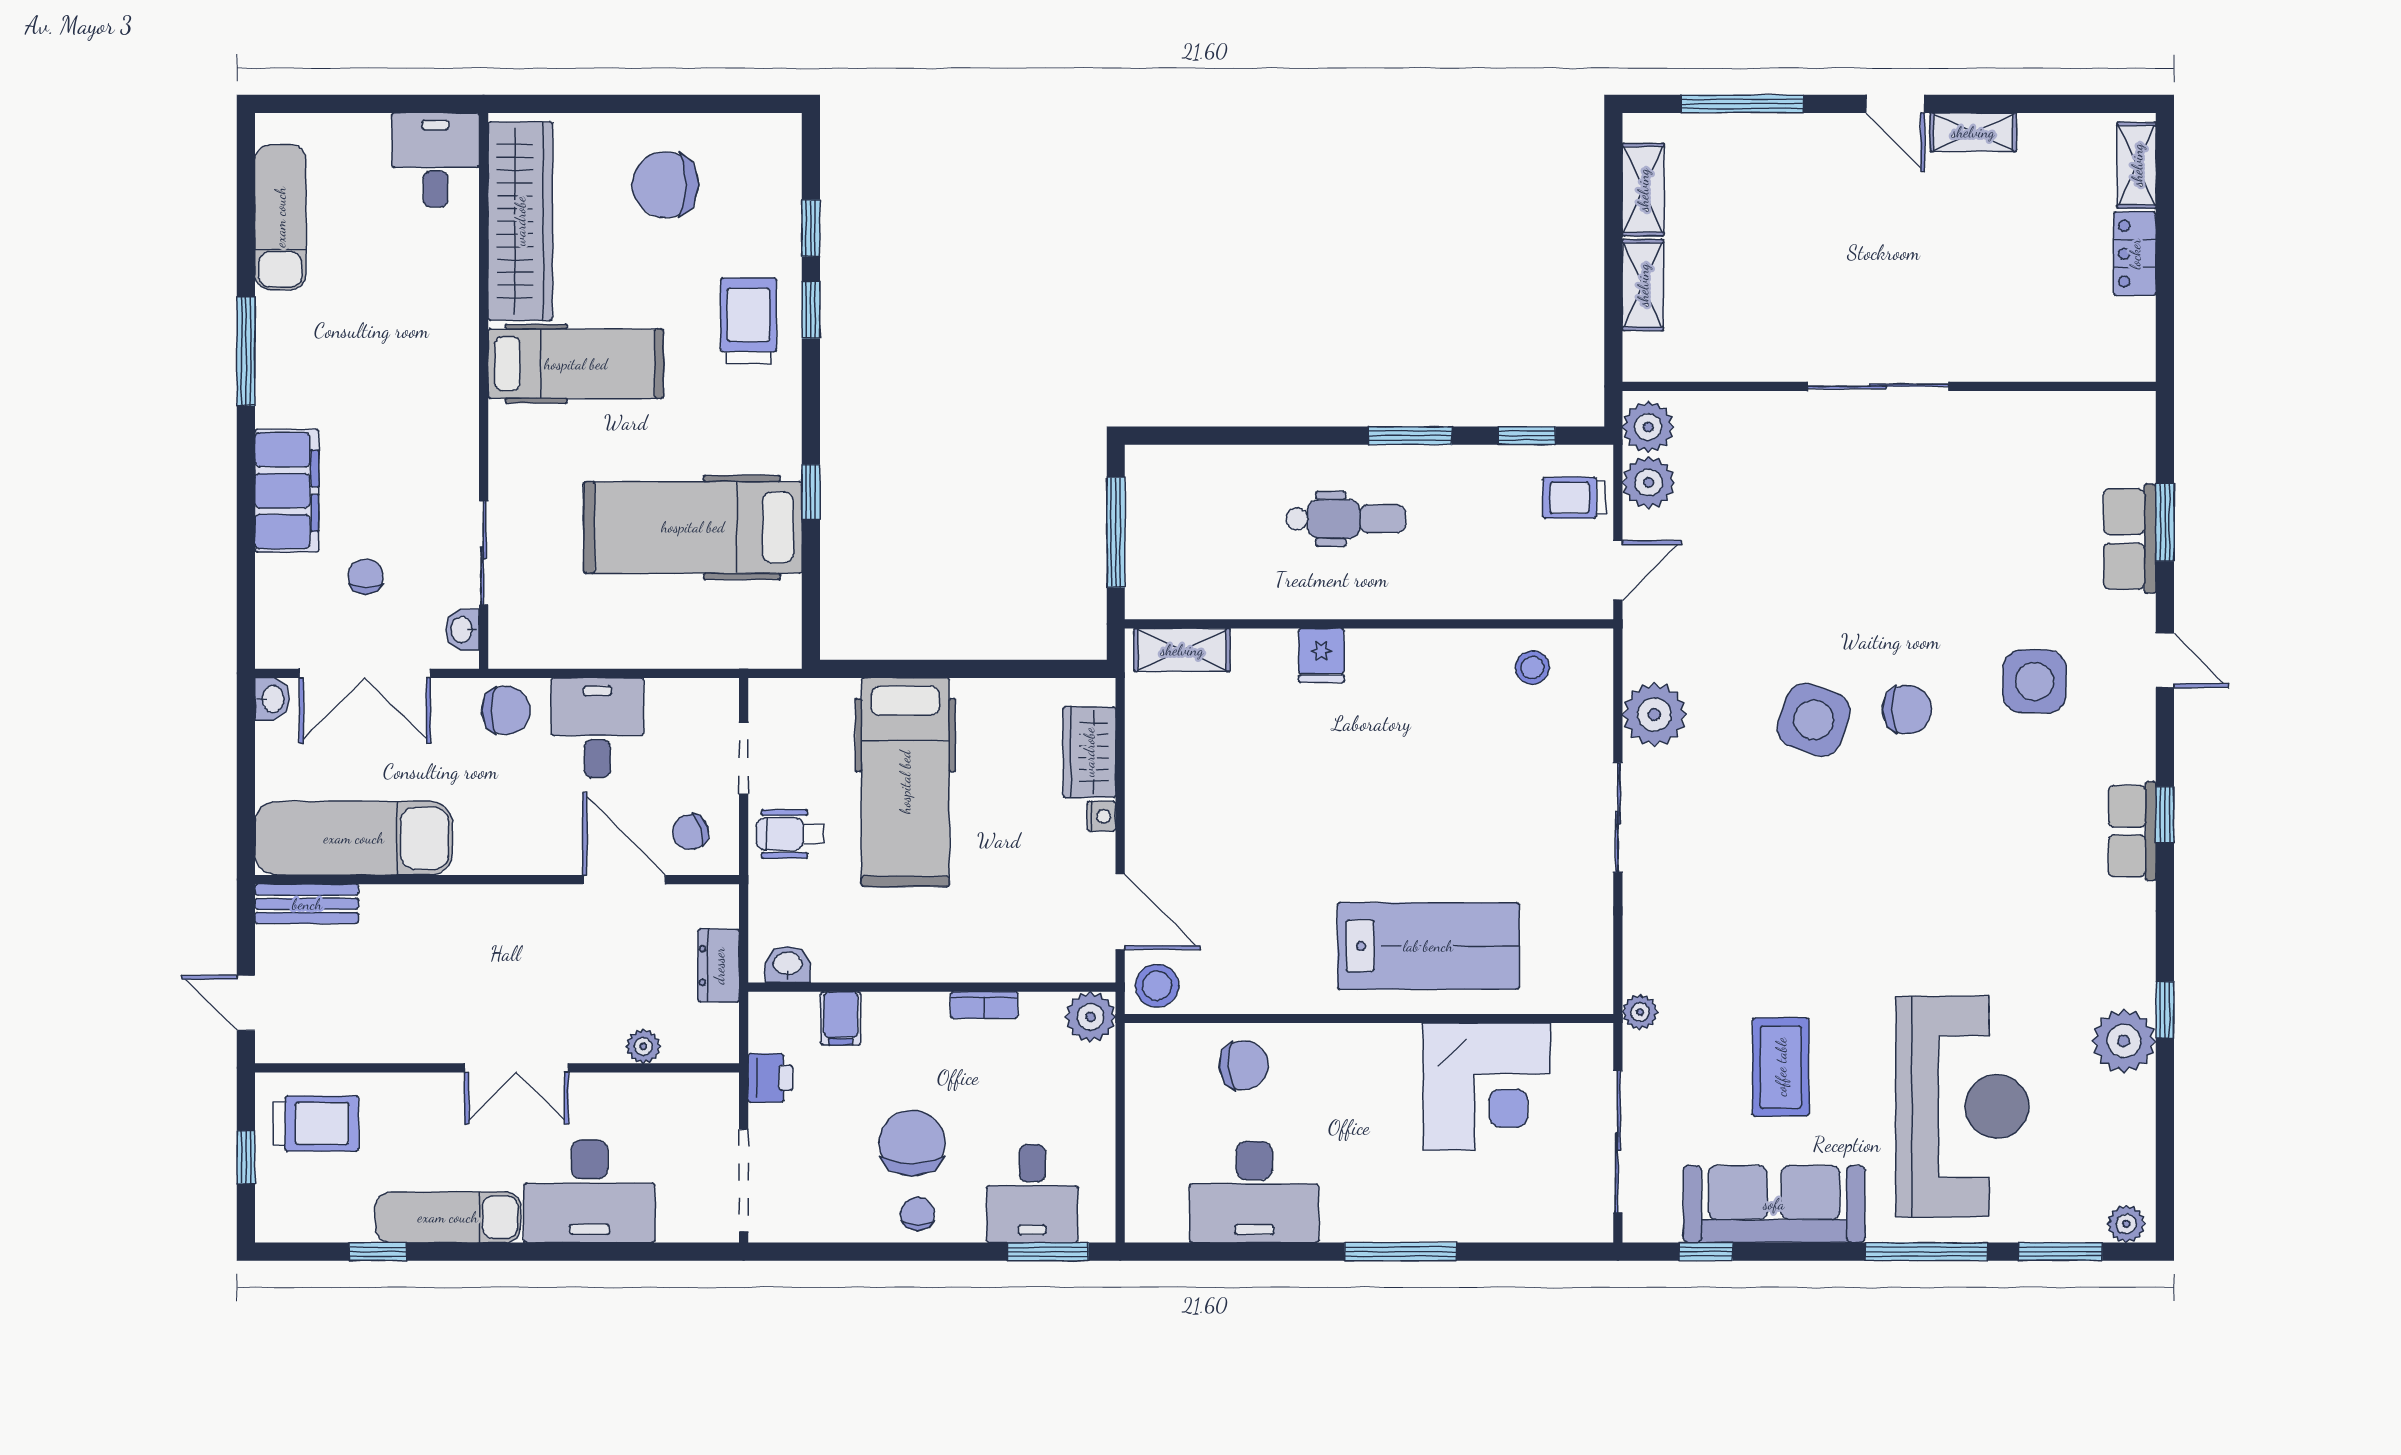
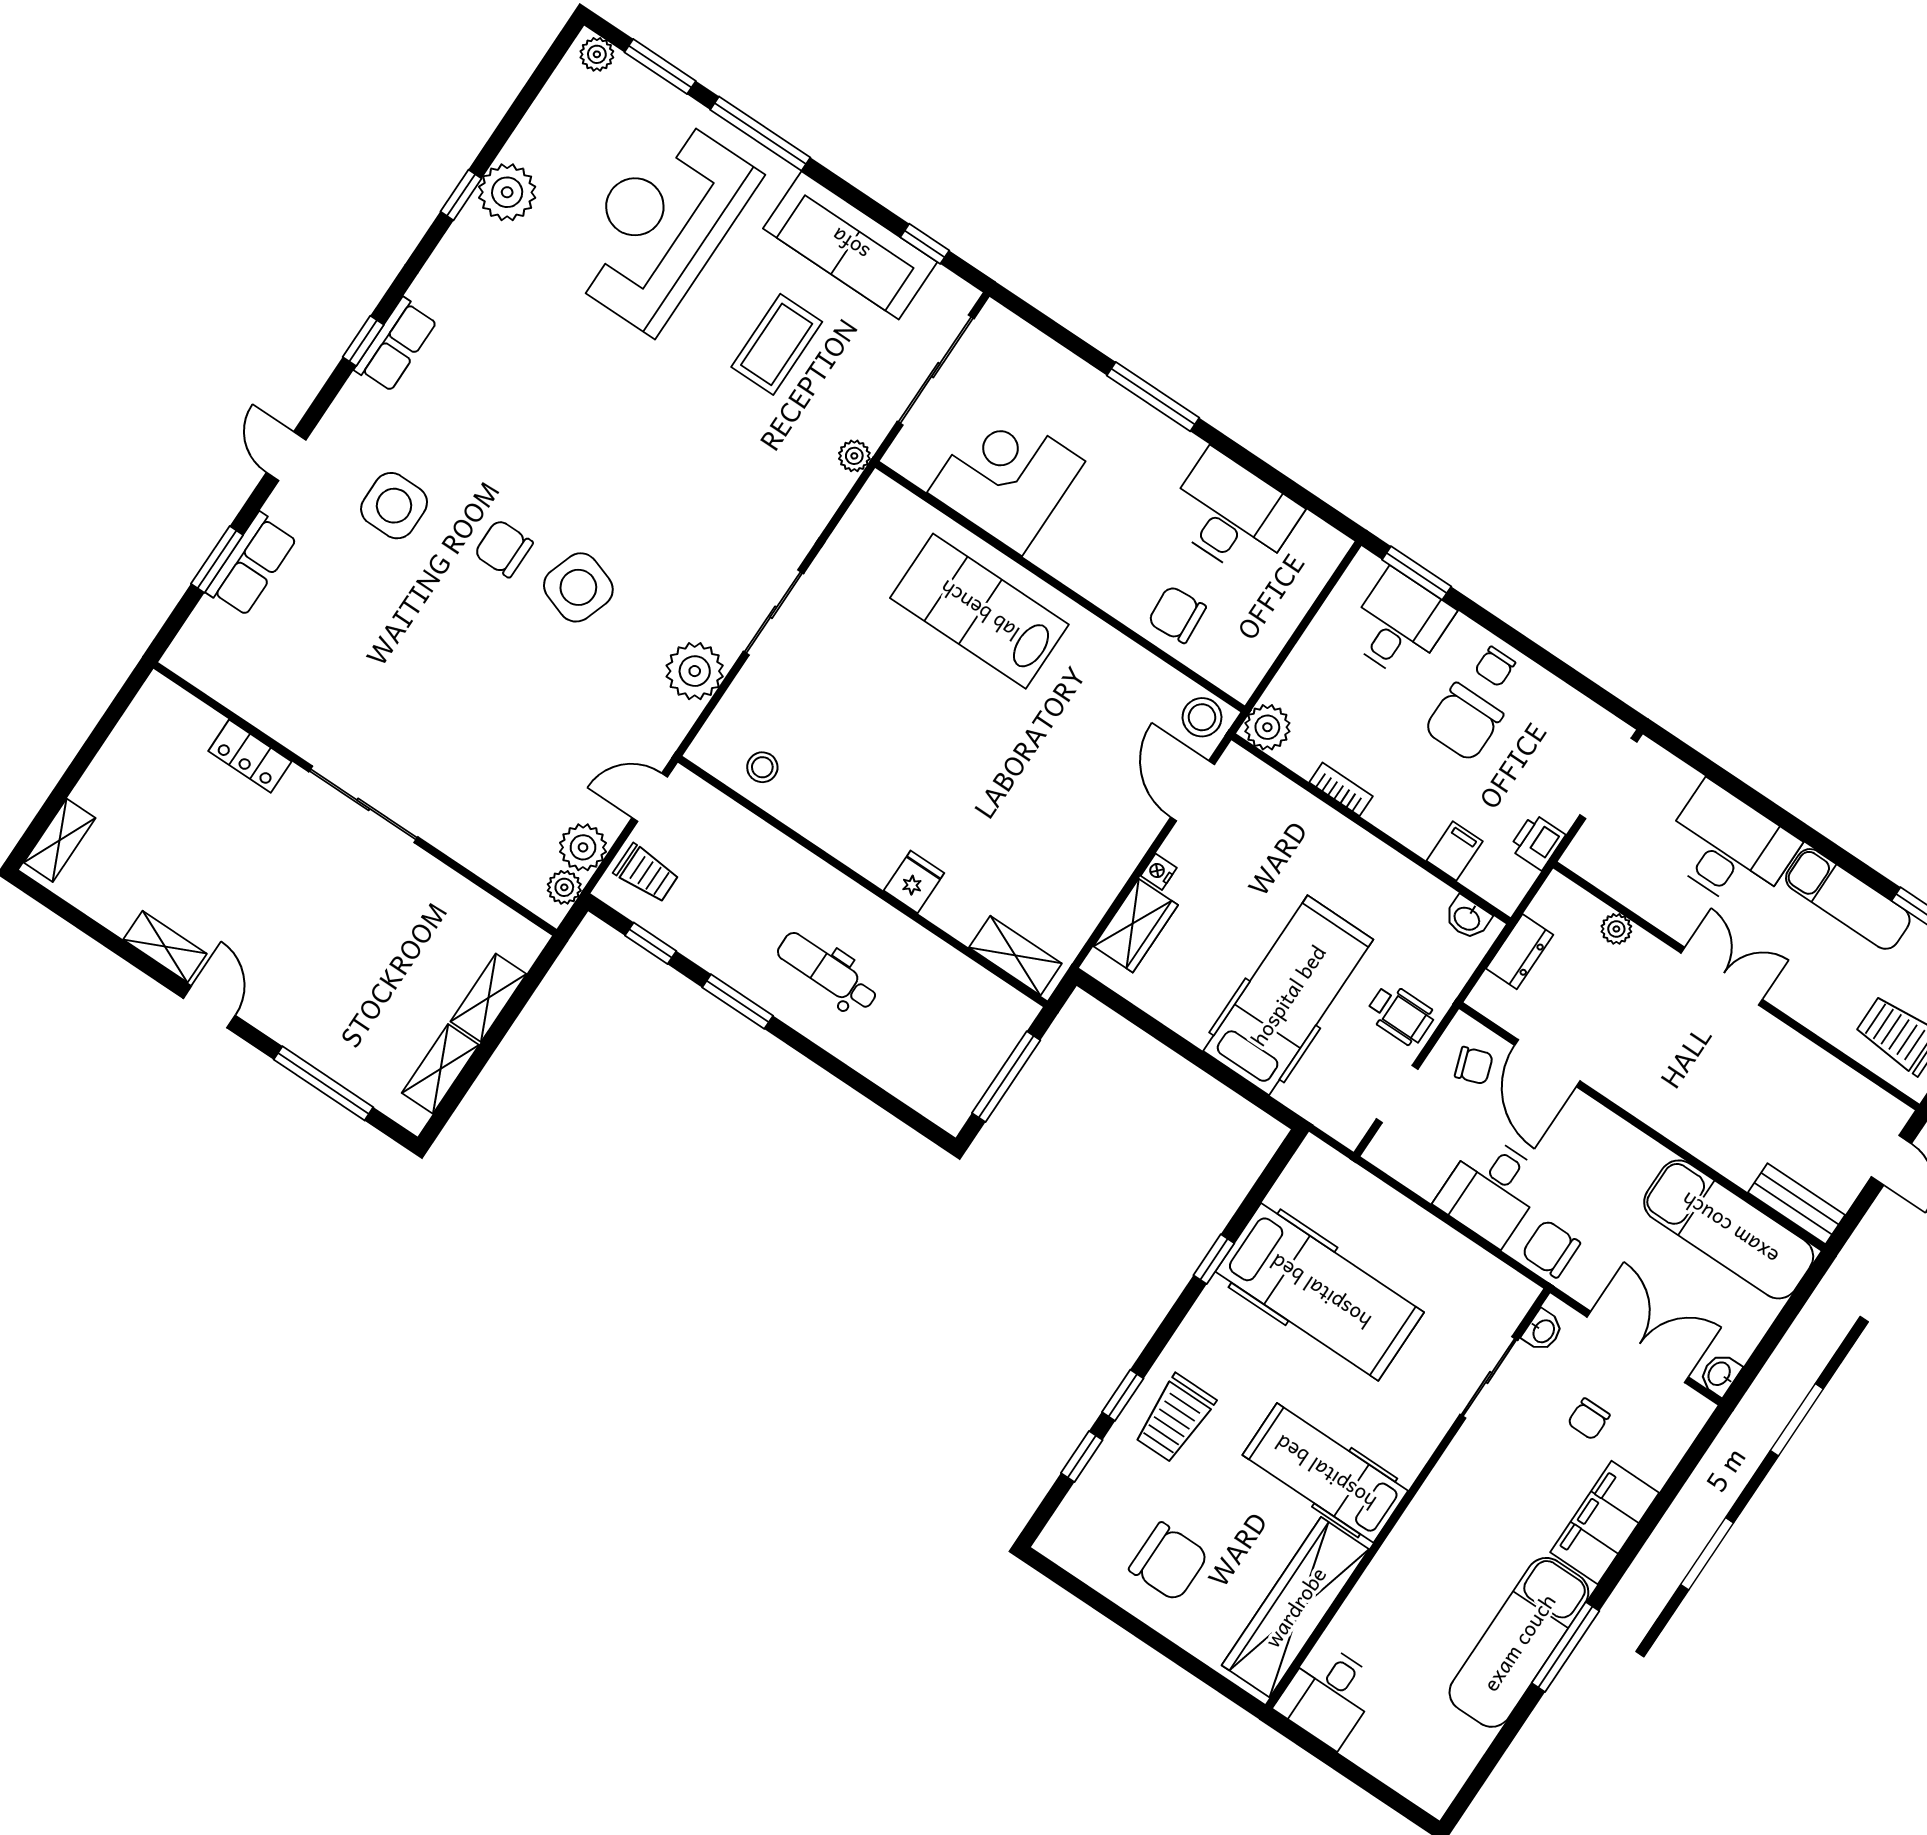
exam couch: (280, 217) -> (1519, 1642), moved, width x1.36, depth x1.45
locker: (2135, 254) -> (250, 756), moved, turned 90
plant: (1648, 427) -> (564, 887), width x0.73, depth x0.73

